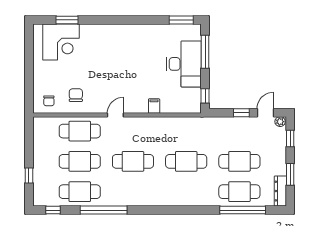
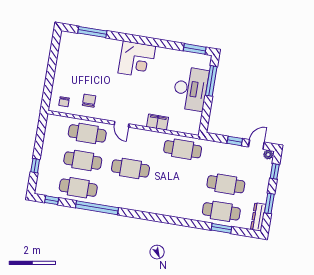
window: (67, 20) -> (92, 32), width x1.44
corner desk: (61, 42) -> (137, 60), moved
window: (205, 96) -> (205, 120), removed
filing cabinet: (154, 106) -> (158, 122), width x2.00
door: (115, 115) -> (122, 124), swing flipped
cafe table: (186, 161) -> (183, 149), moved
window: (243, 210) -> (221, 228), width x0.47

